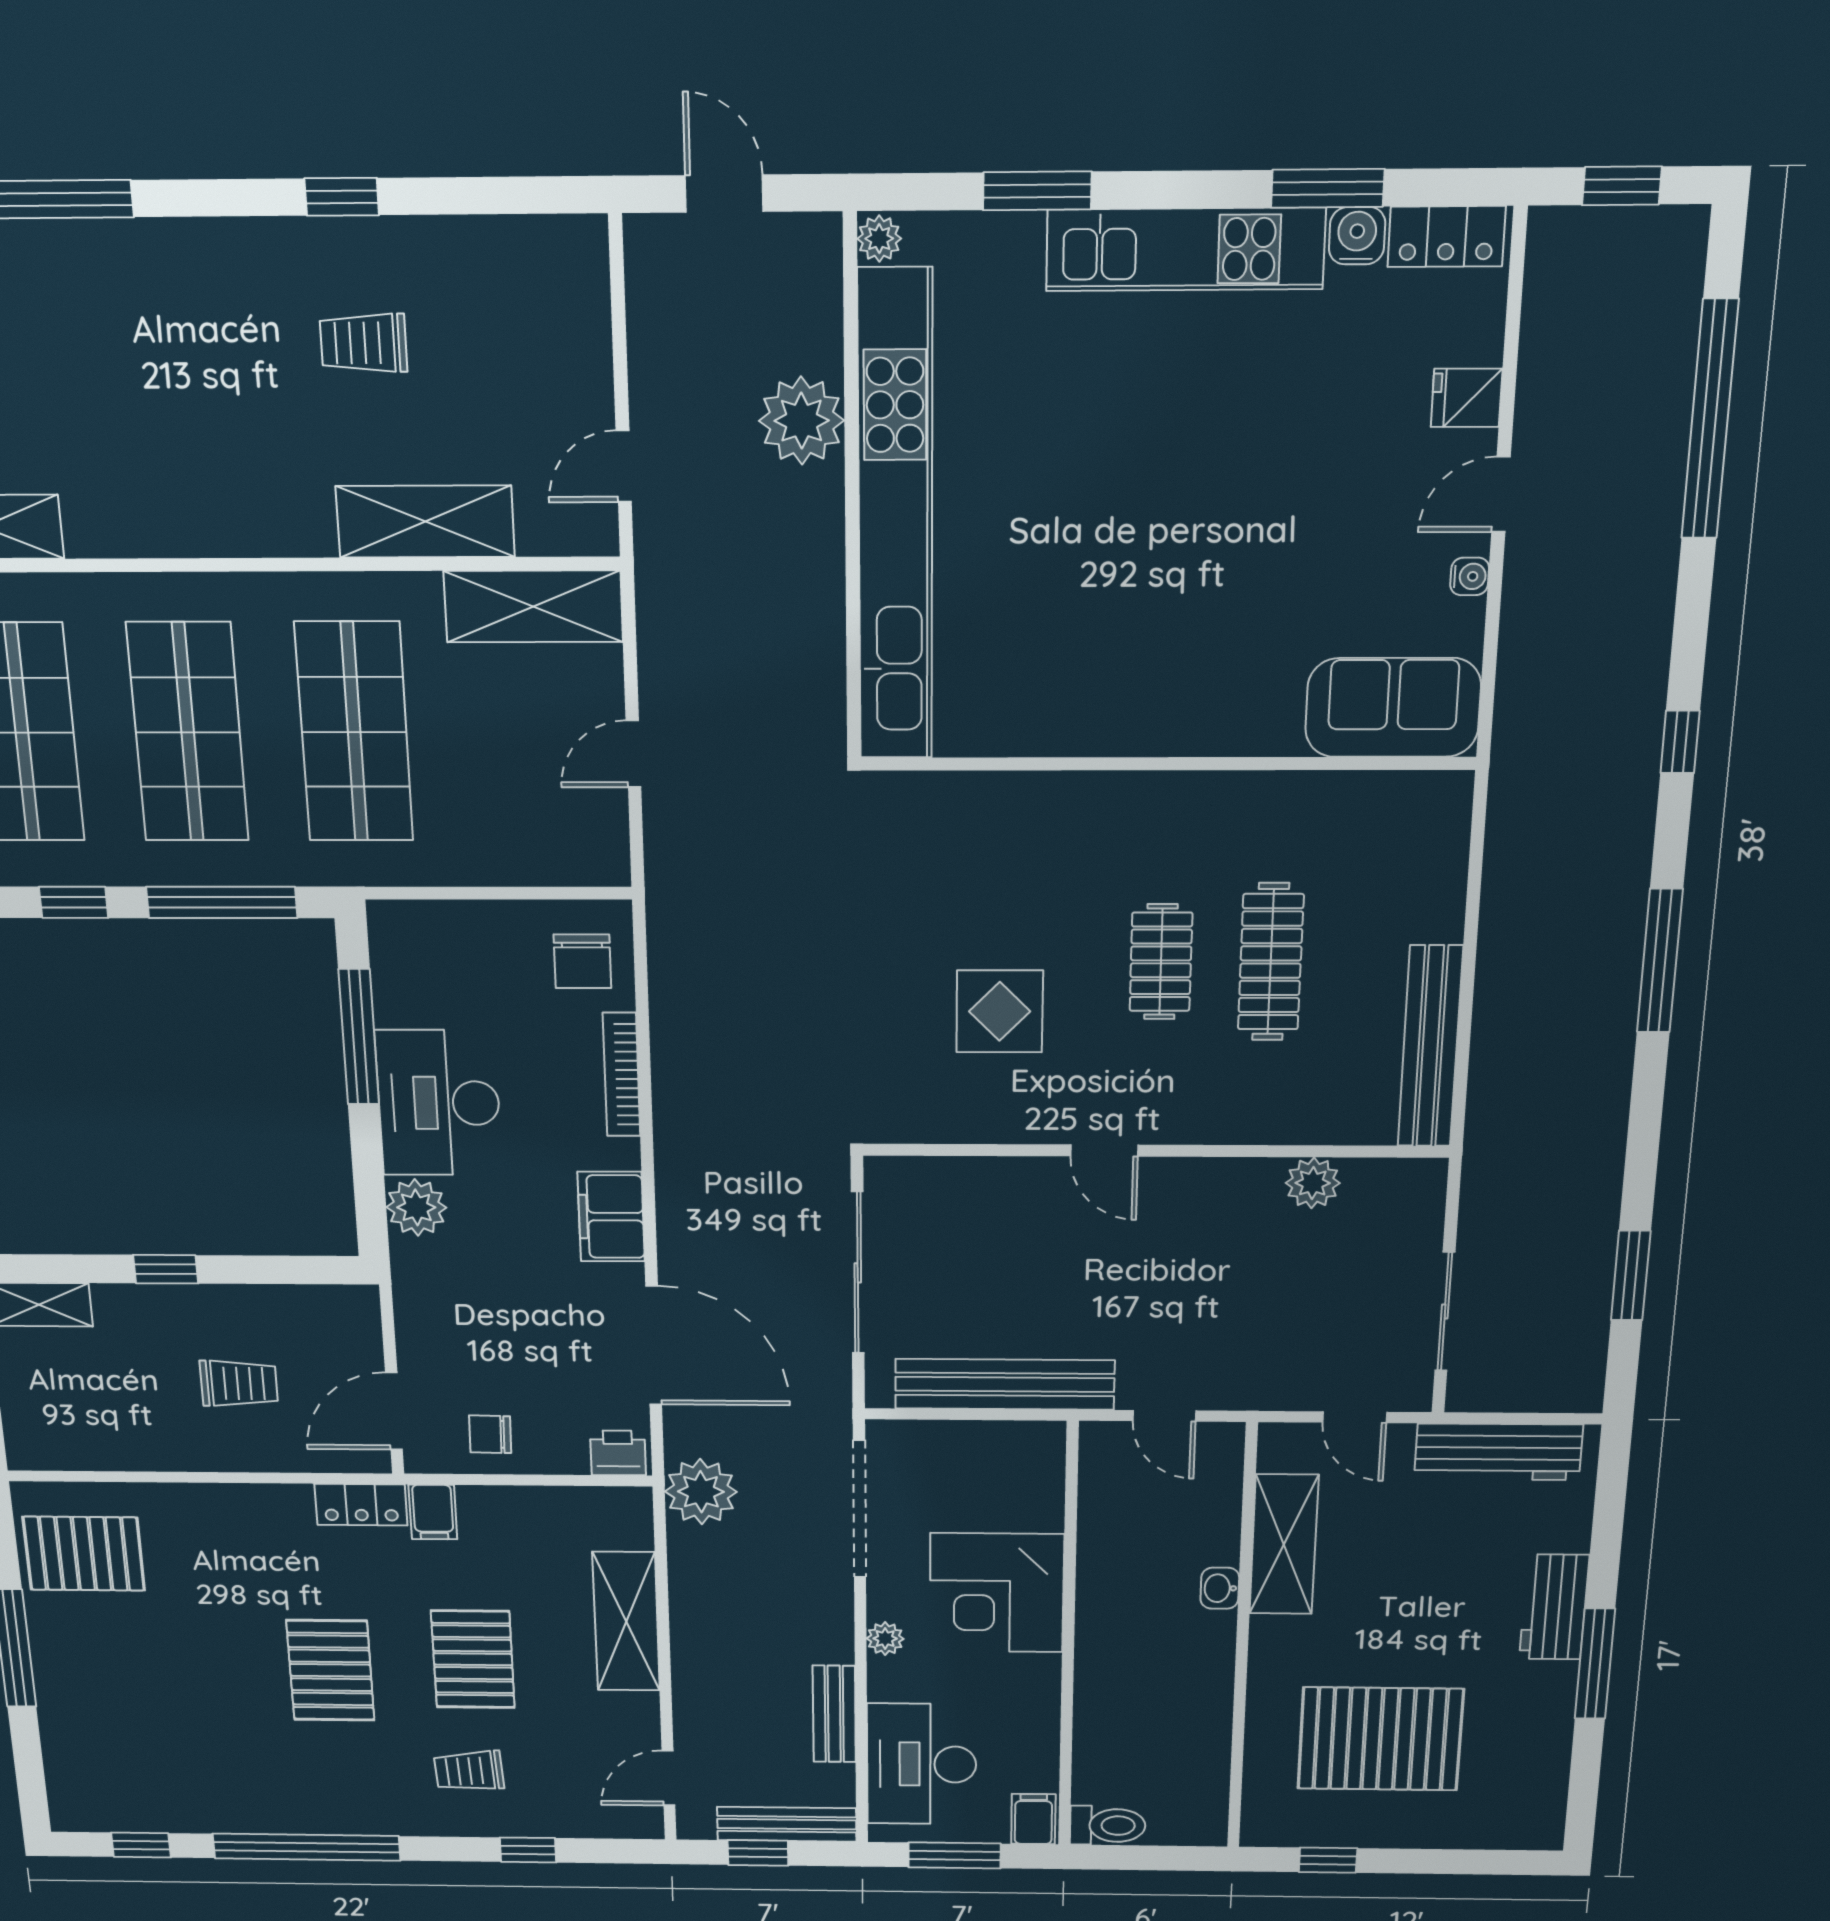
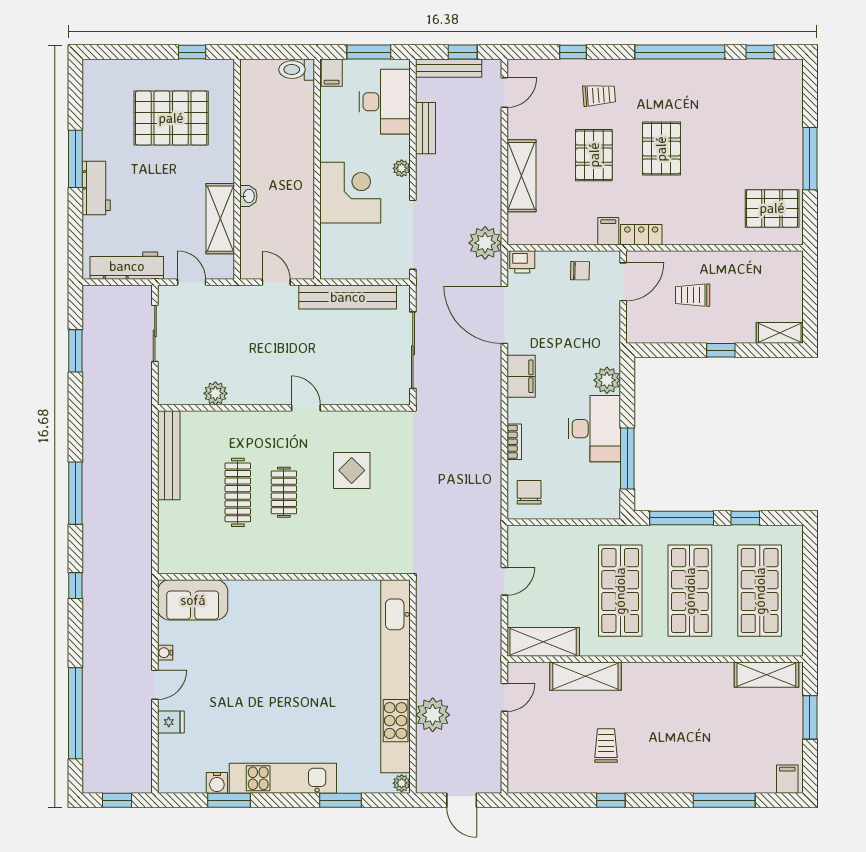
locker: (1447, 237) -> (183, 782), removed
trolley: (363, 343) -> (606, 746), turned -90
bookcase: (622, 1075) -> (514, 442), width x0.64

